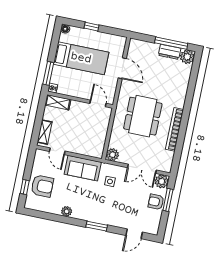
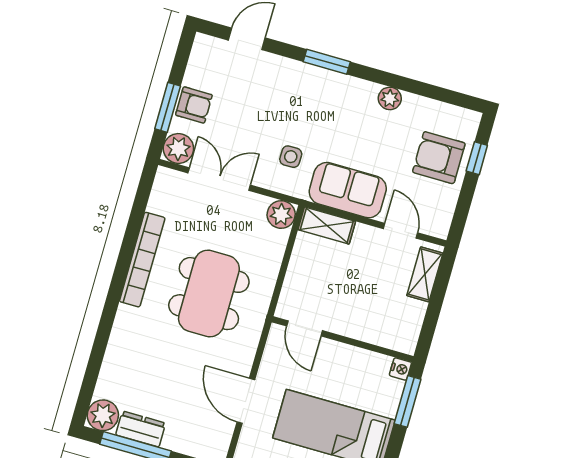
shelving: (58, 102) -> (327, 225), moved

